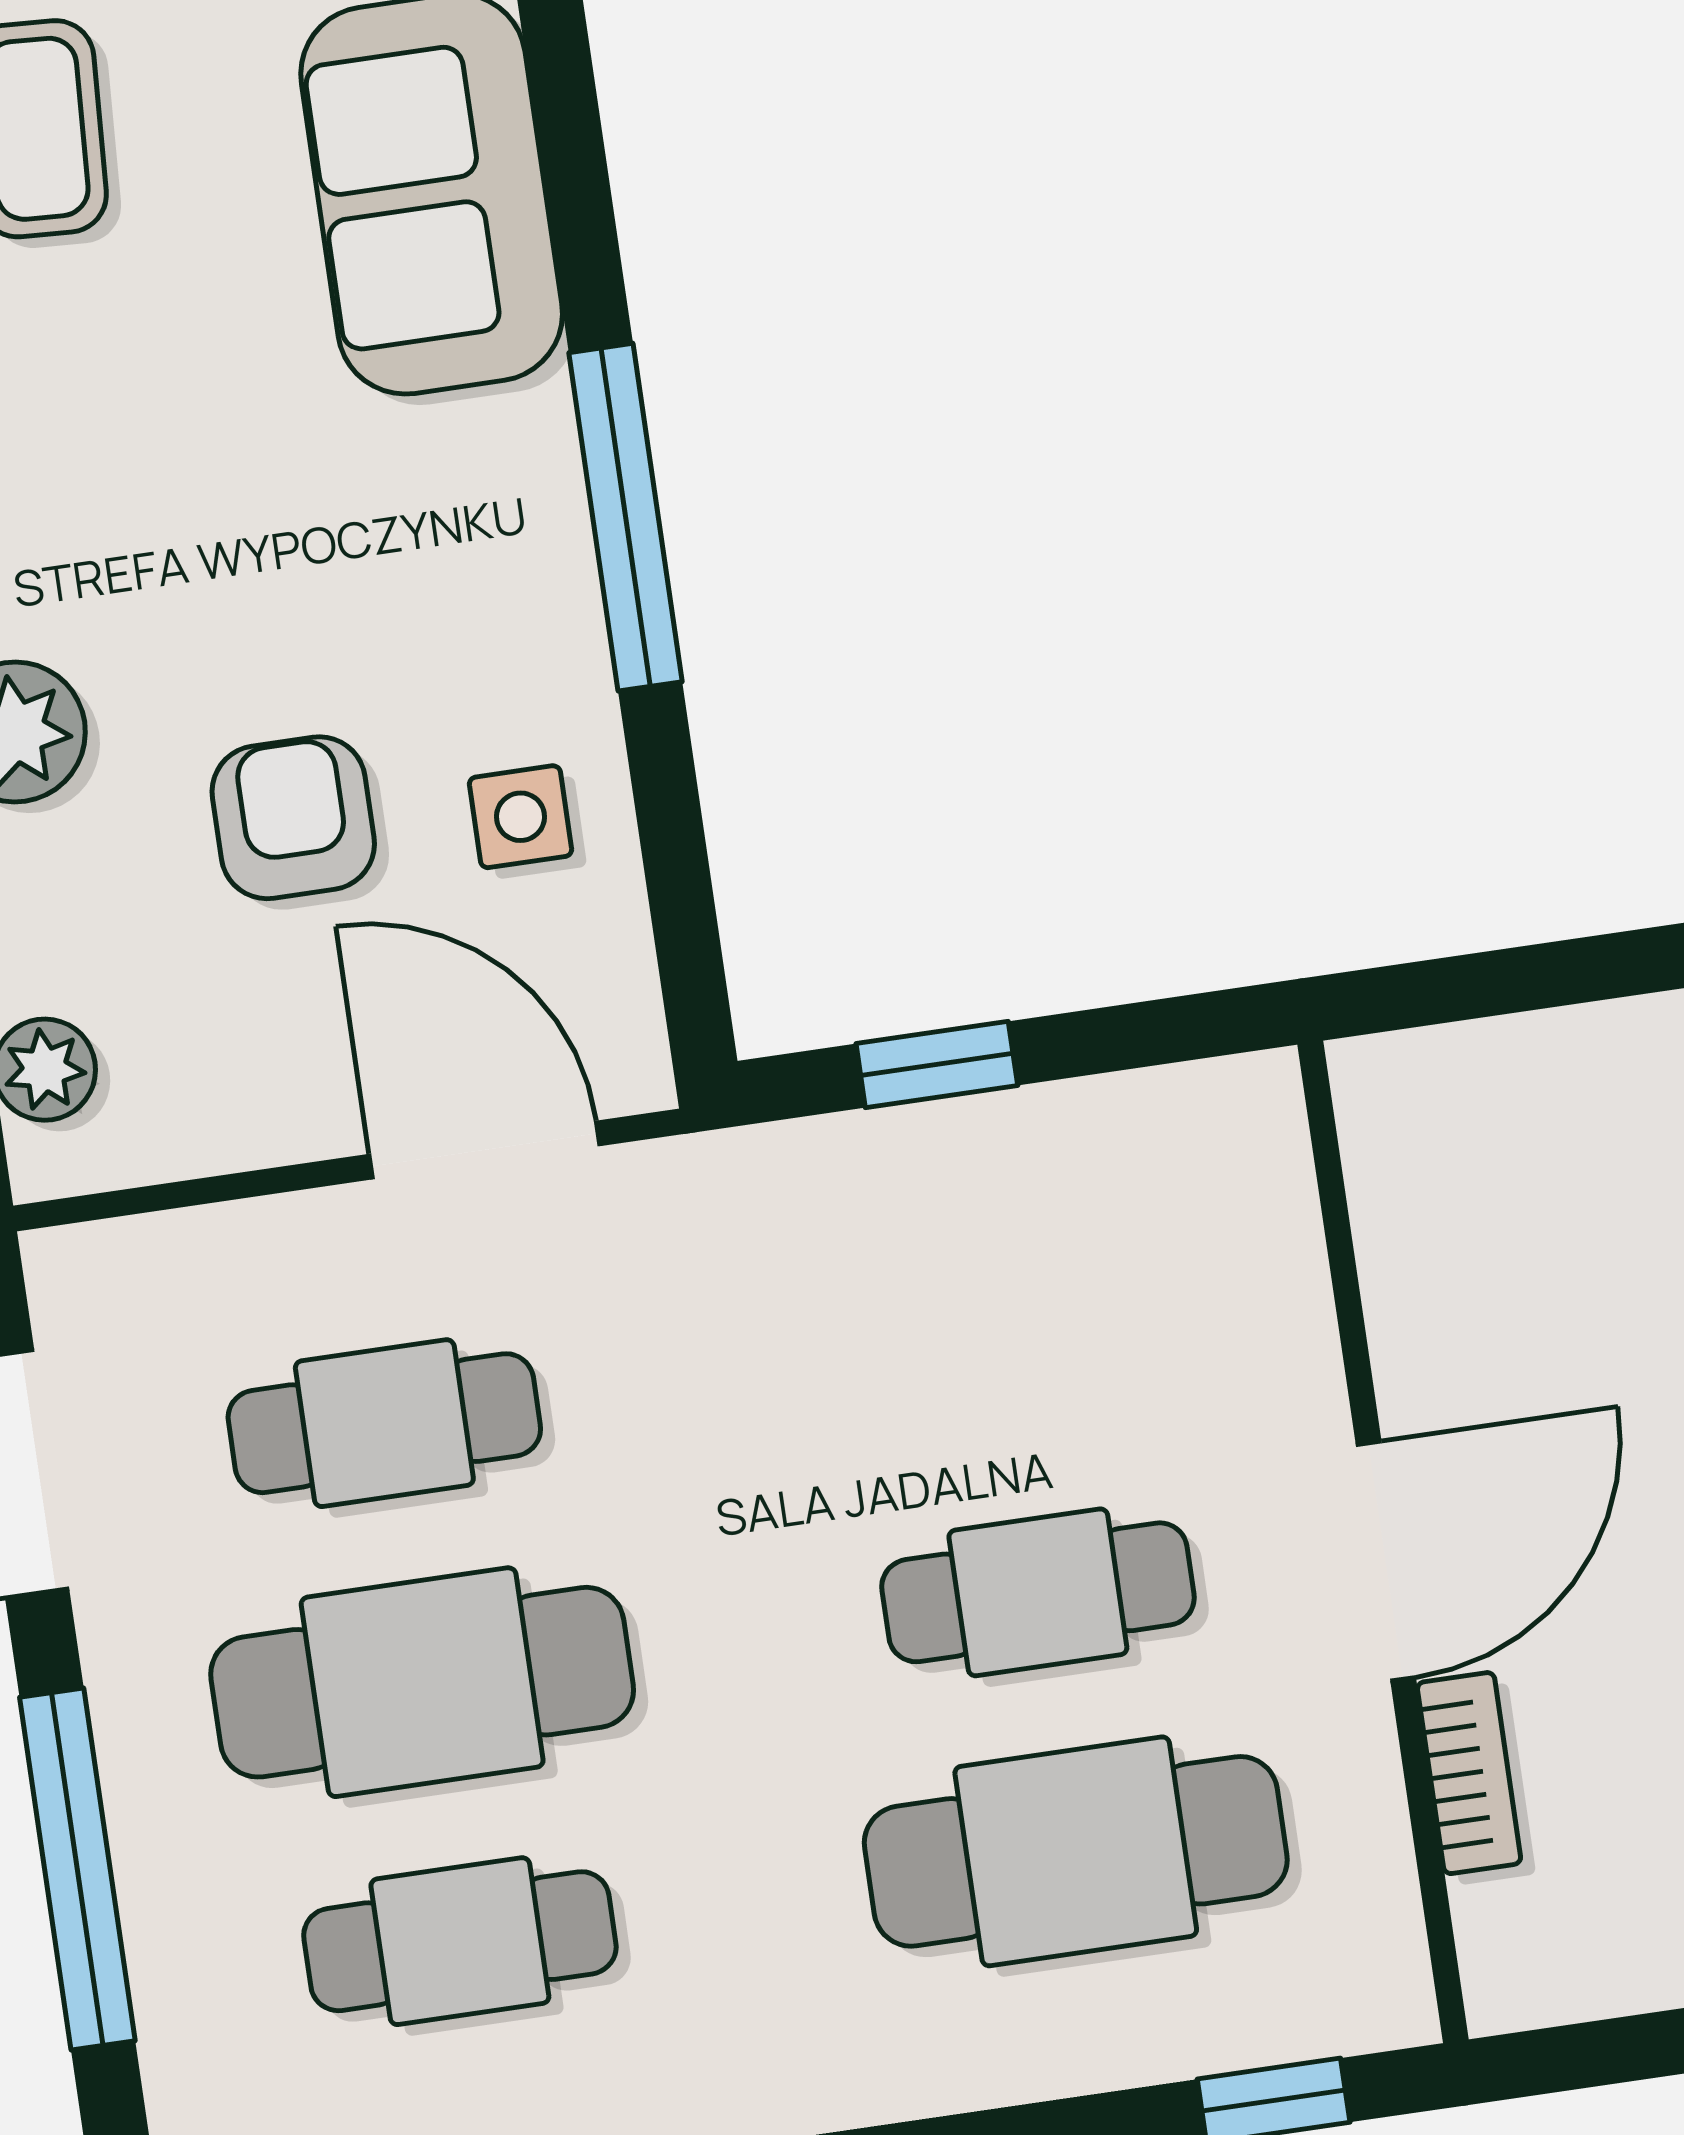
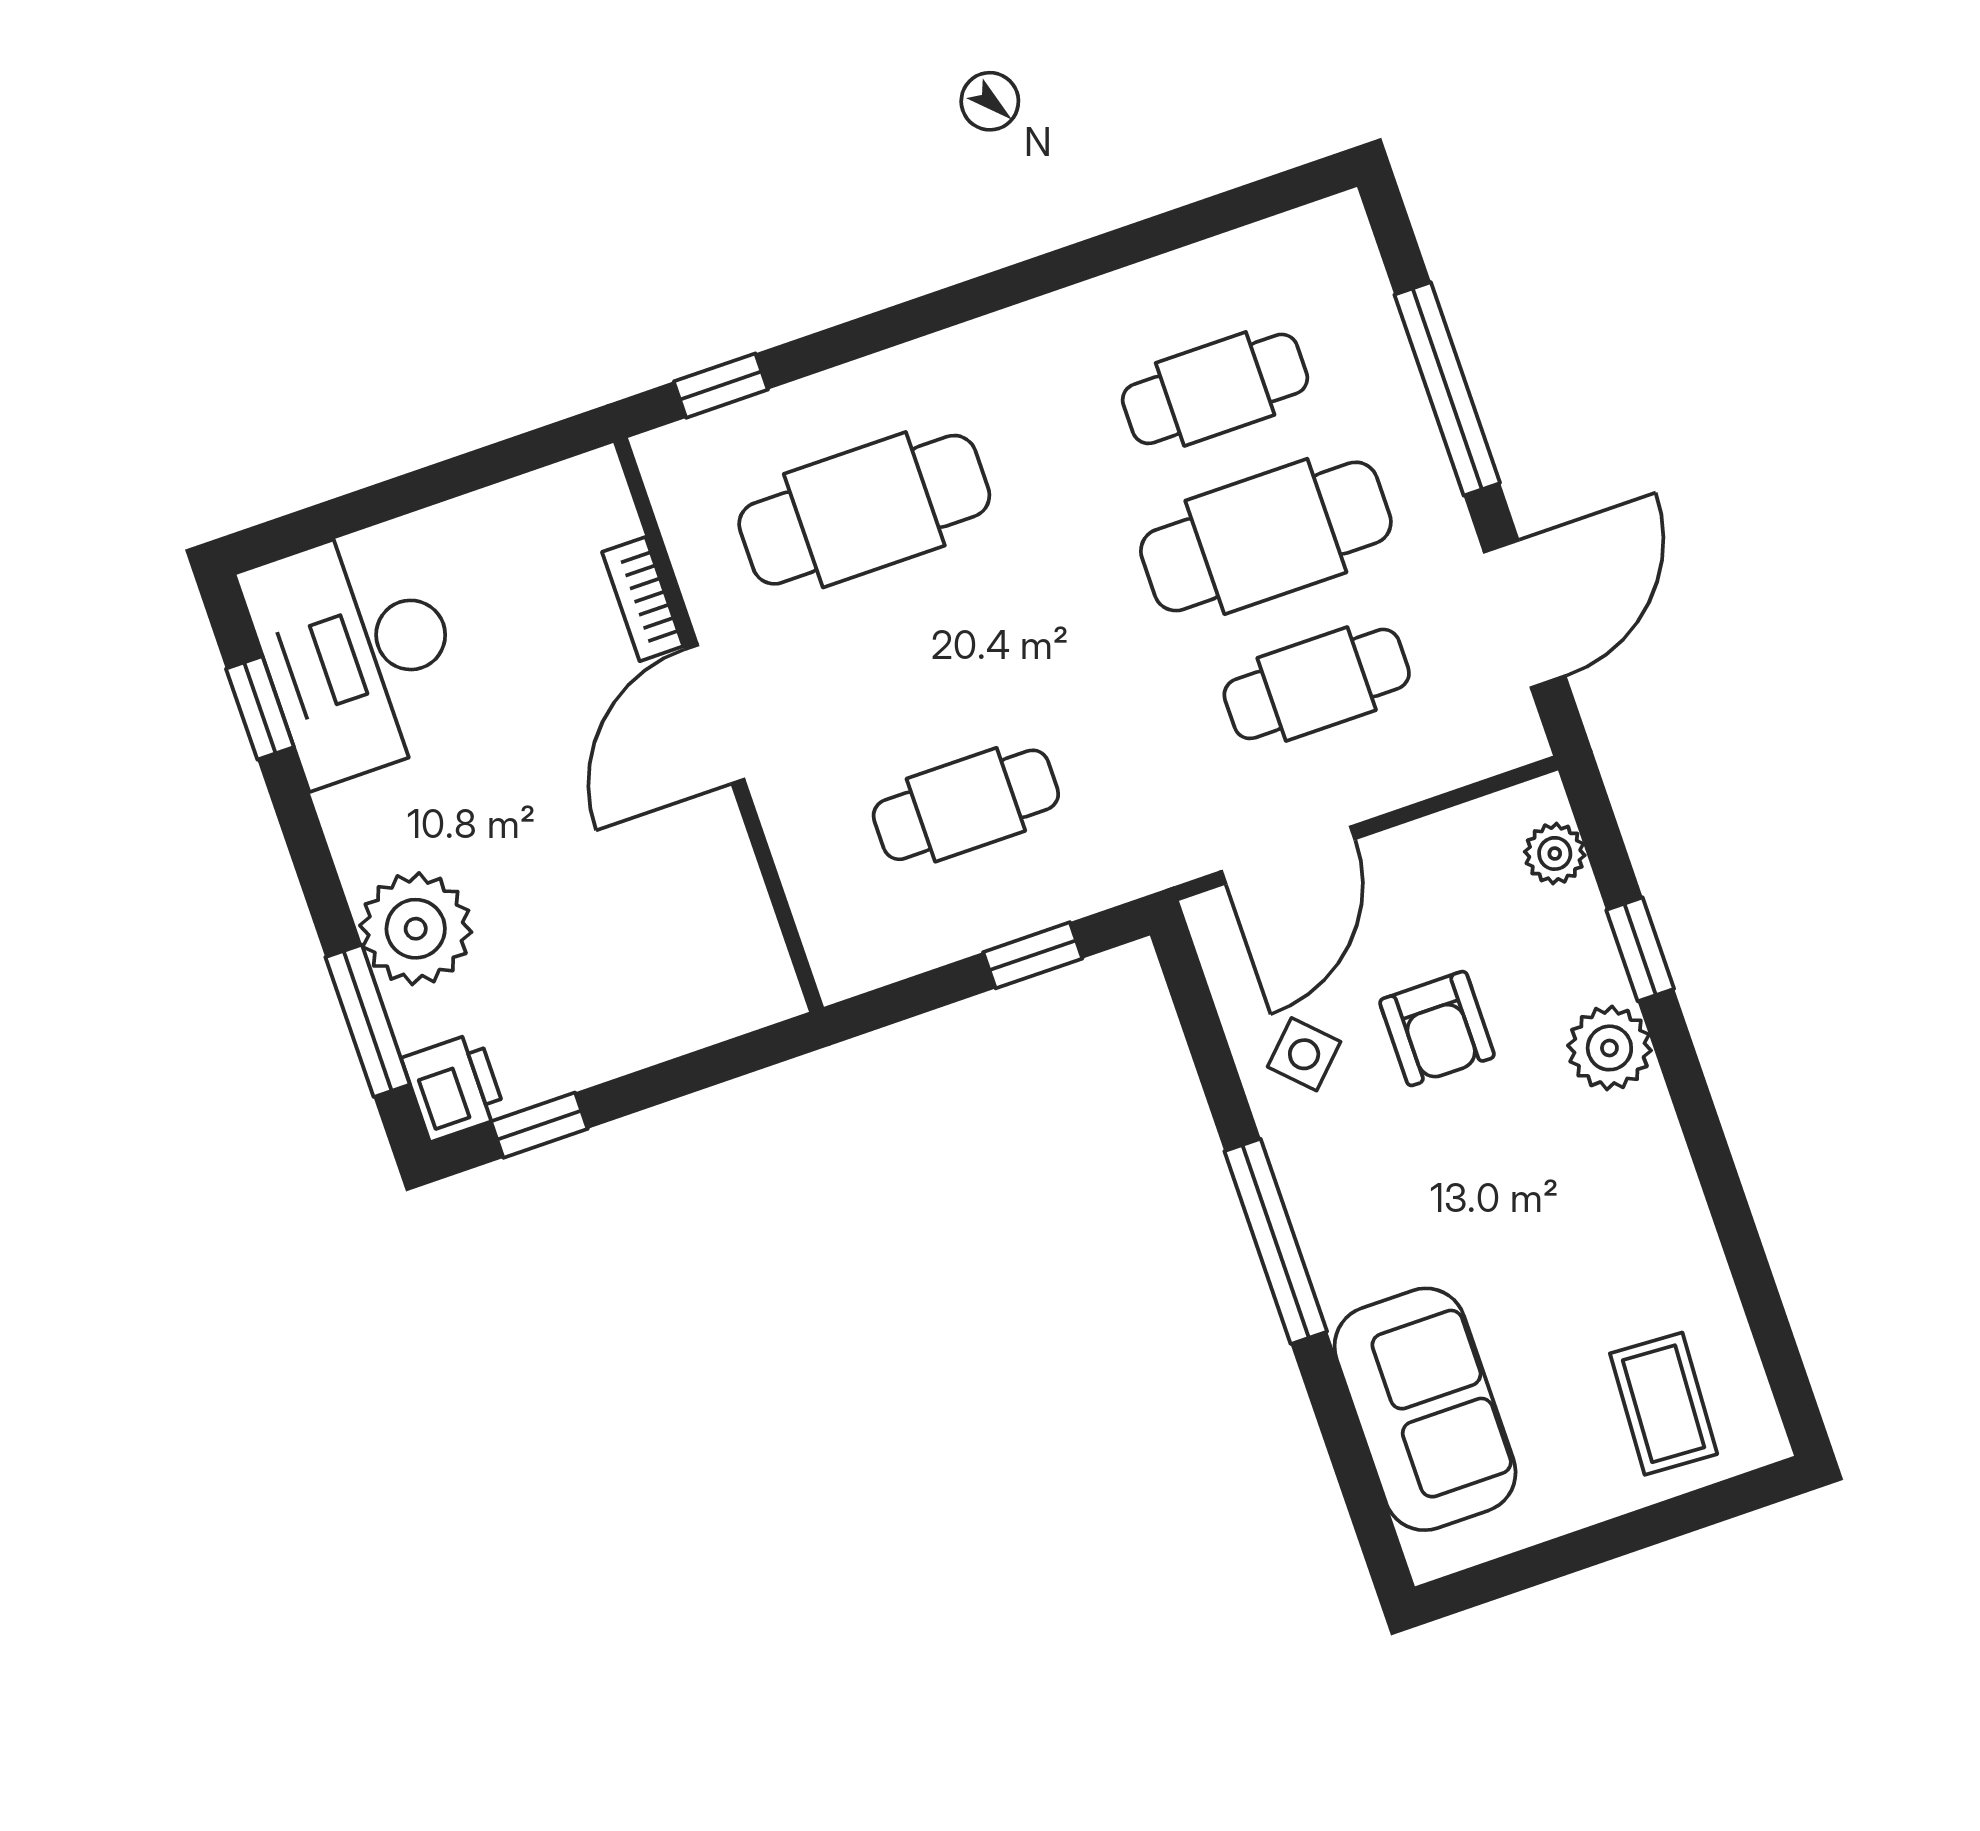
side table: (520, 817) -> (1304, 1054), turned 45
door: (485, 1150) -> (1288, 855), hinge flipped
cafe table: (1038, 1592) -> (966, 805), moved

